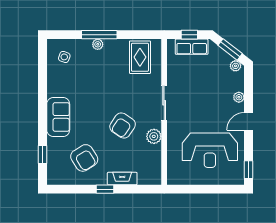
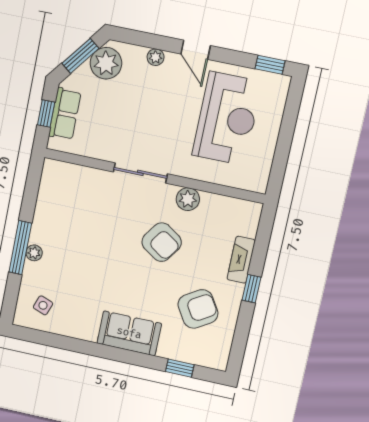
rug: (140, 57) -> (65, 195), removed
plant: (235, 66) -> (106, 63), width x1.88, depth x1.88

